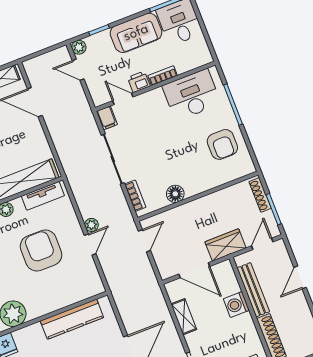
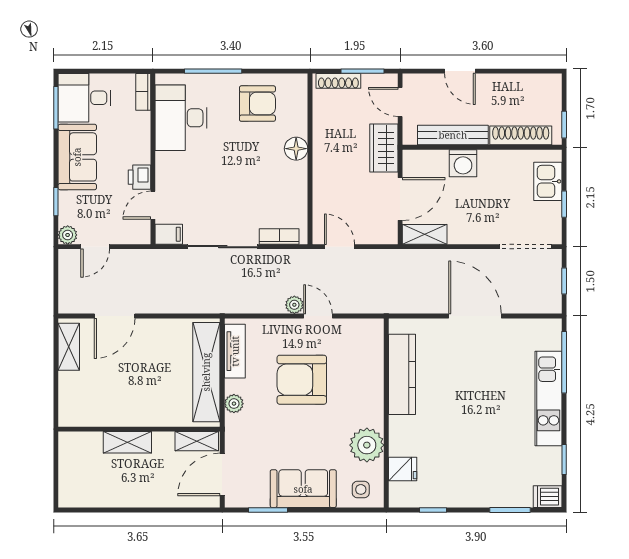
bookcase: (163, 76) -> (143, 92), moved
floor lamp: (175, 194) -> (296, 149), moved
shelving: (184, 317) -> (425, 234), moved

